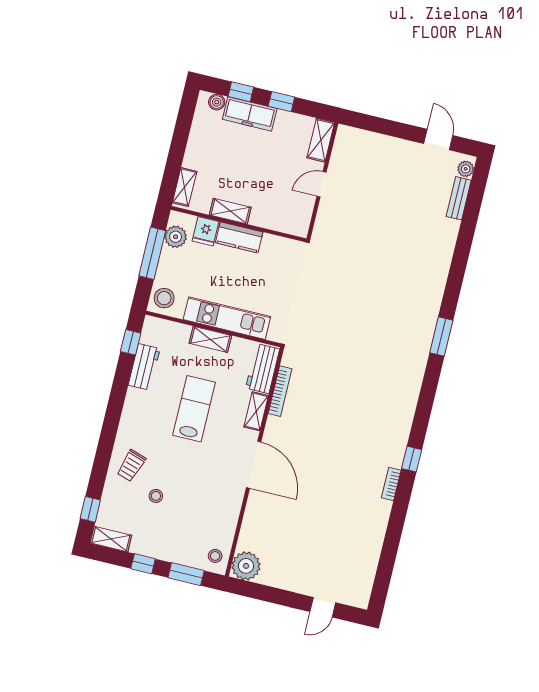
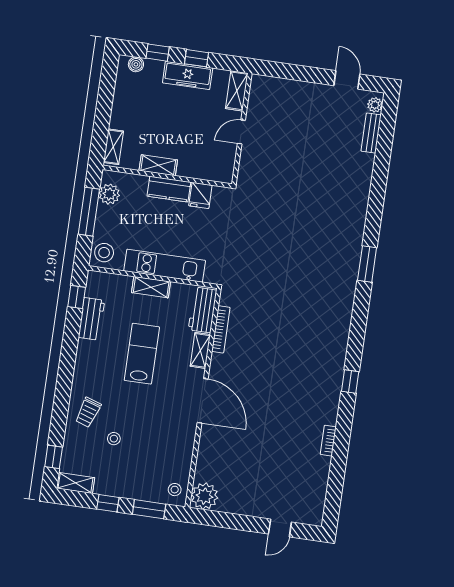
freezer: (250, 114) -> (188, 75), moved
fridge: (206, 231) -> (200, 195), moved
bookcase: (391, 484) -> (328, 441), moved

